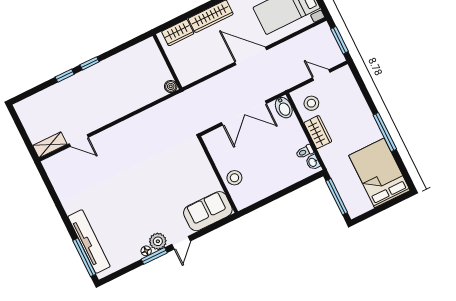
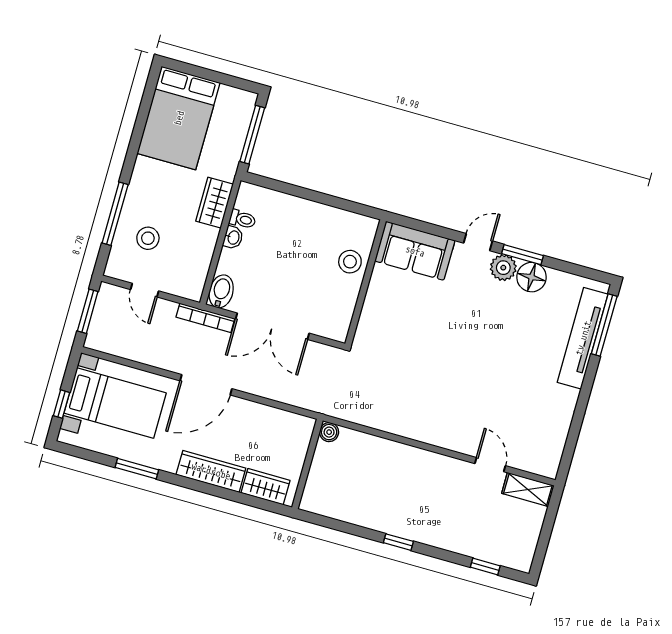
door: (251, 56) -> (206, 385), hinge flipped
window: (65, 76) -> (485, 567), moved
bookcase: (280, 88) -> (205, 318), added
stool: (311, 103) -> (148, 238), moved
double door: (244, 113) -> (272, 326), swing flipped
wardrobe: (318, 132) -> (214, 203), moved
window: (385, 132) -> (115, 214), moved
washbasin: (313, 162) -> (233, 237), moved
floor lamp: (146, 251) -> (531, 277), width x1.89, depth x1.89

